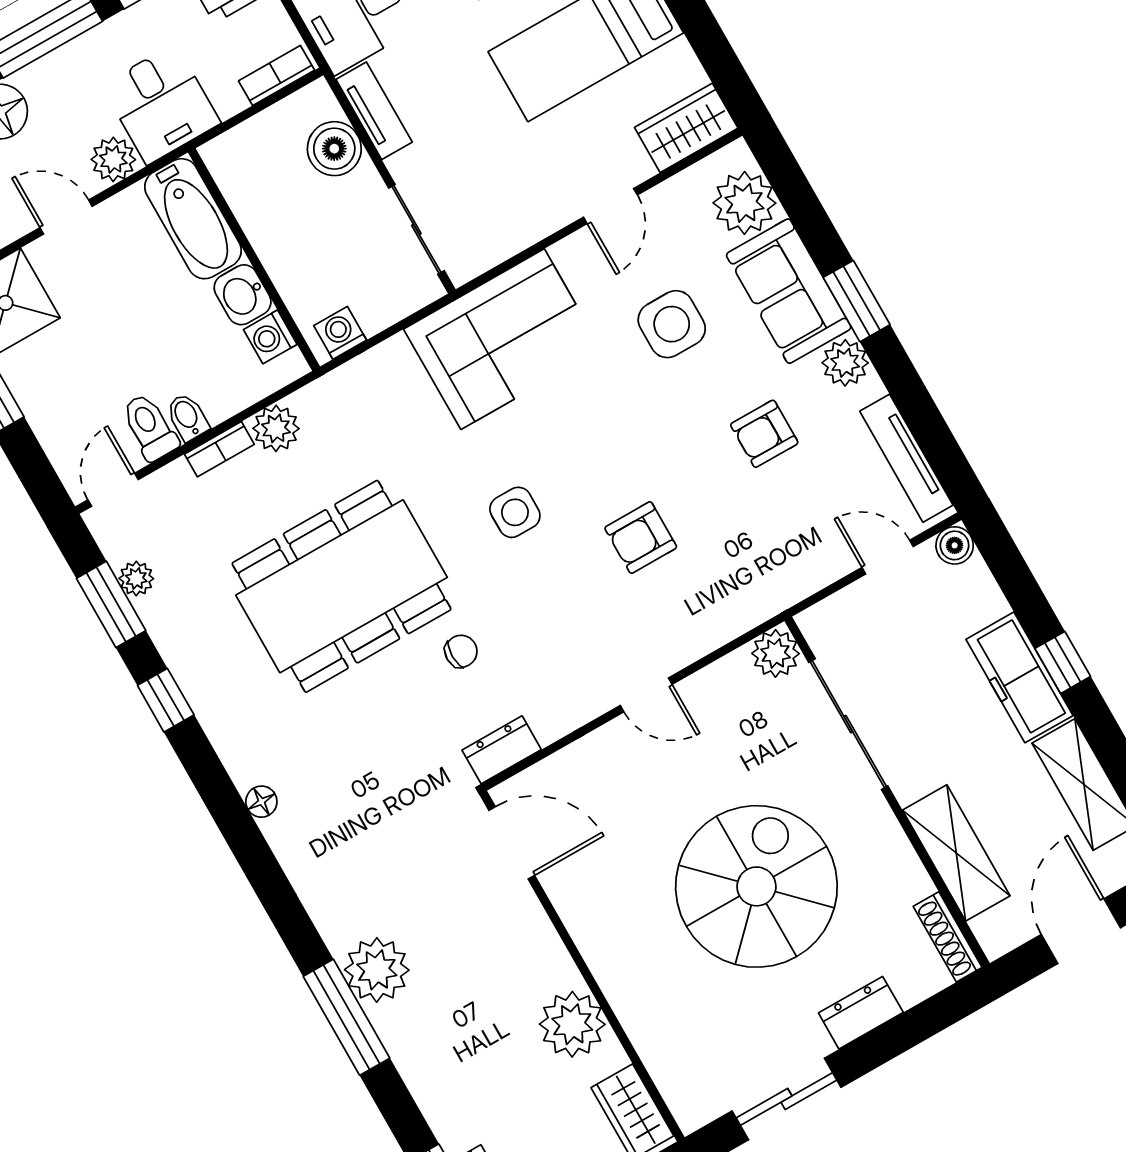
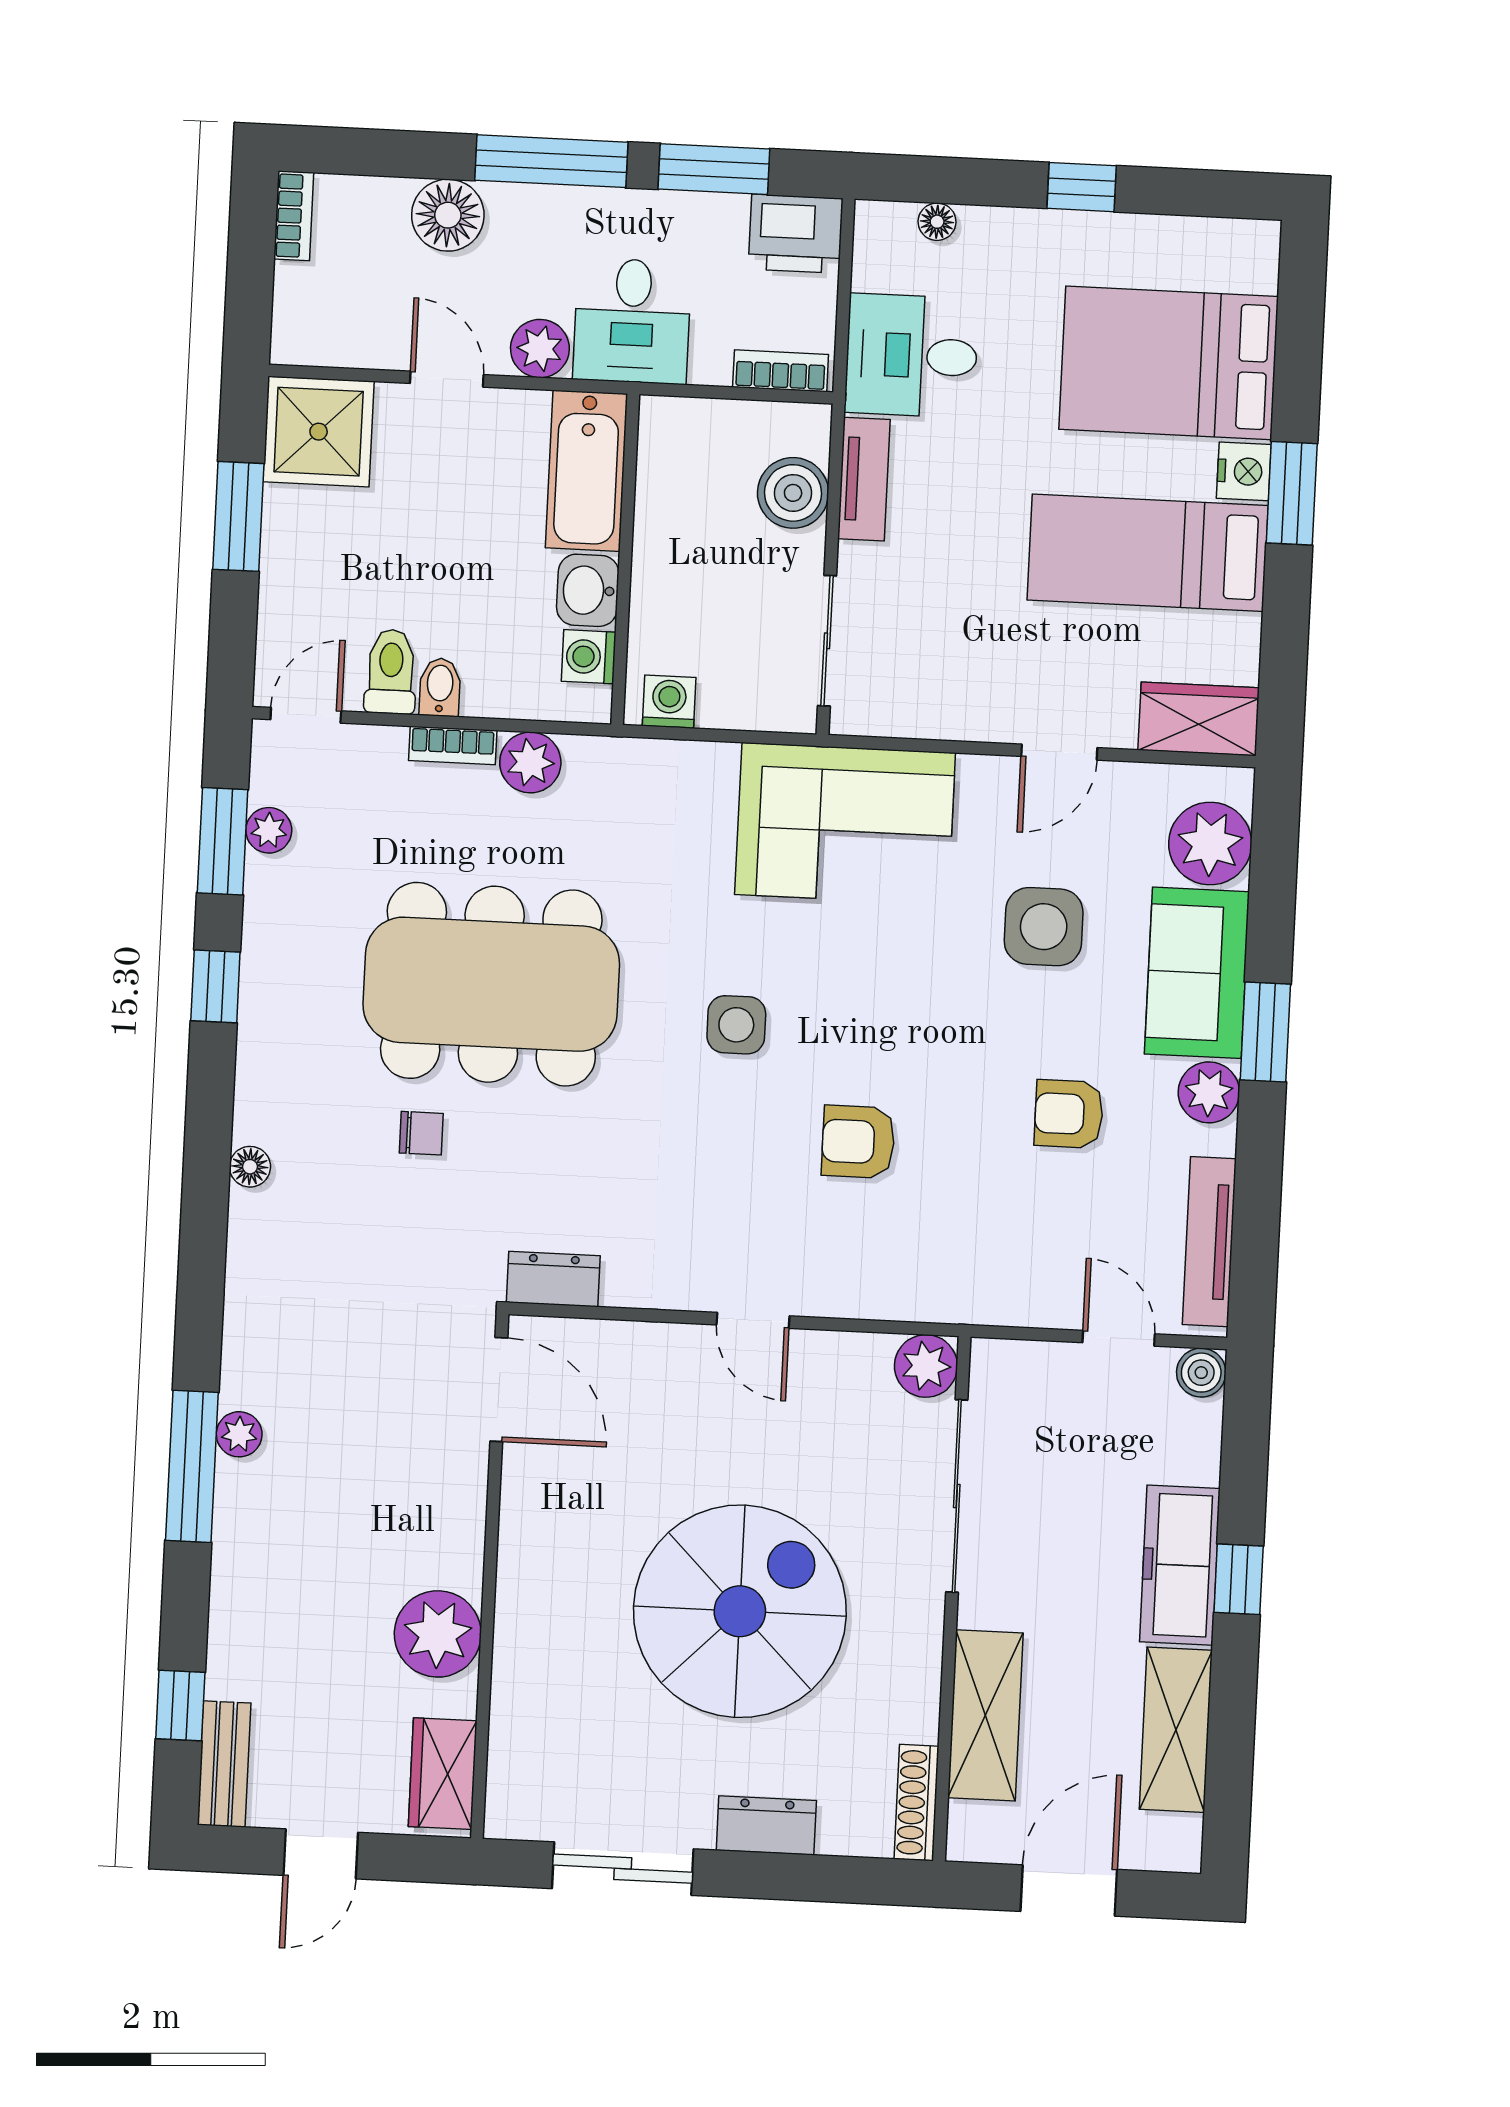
chair: (461, 651) -> (421, 1133), moved
plant: (377, 970) -> (239, 1434), width x0.53, depth x0.53

